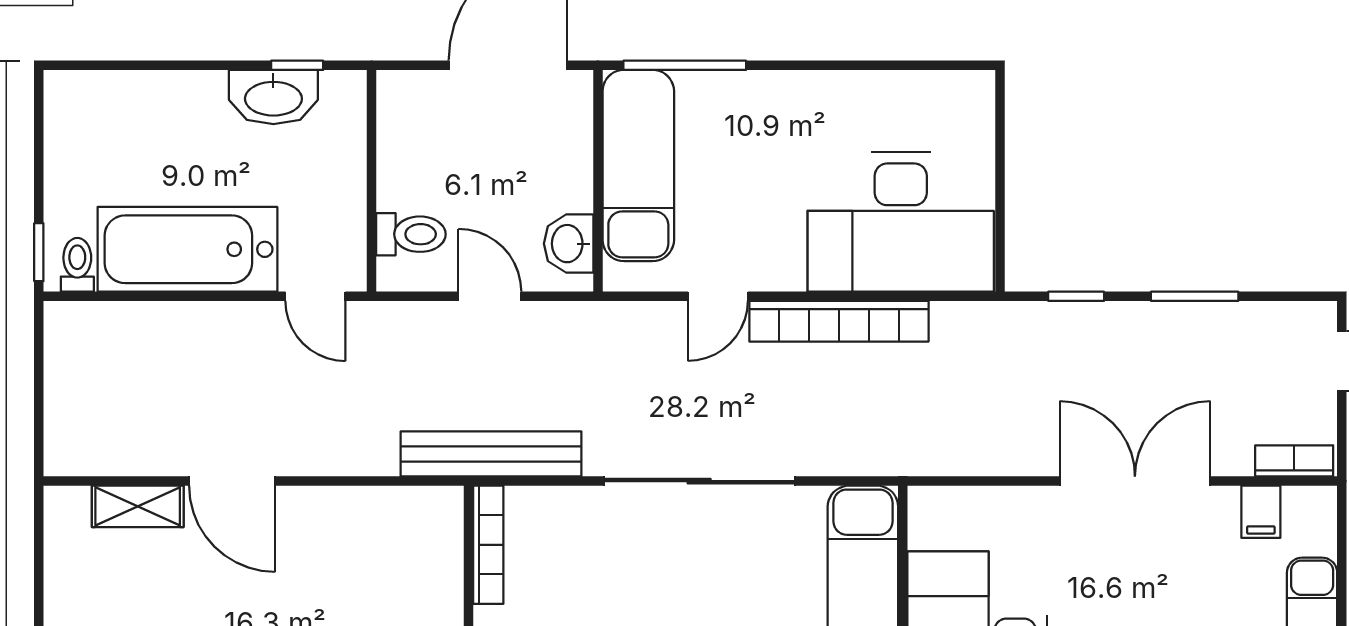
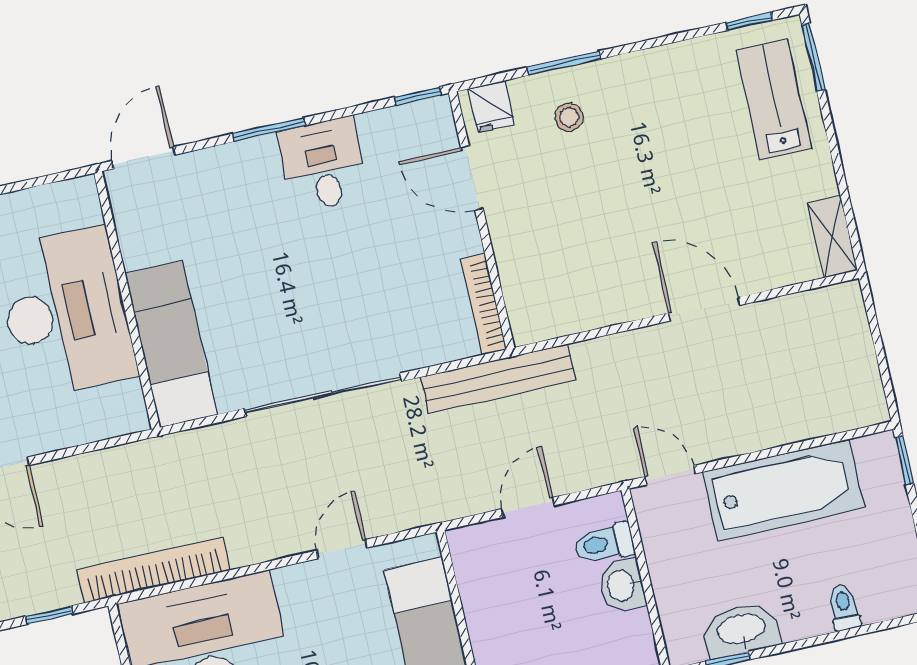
washbasin: (569, 244) -> (622, 586), moved, turned 180
toilet: (77, 265) -> (844, 607), moved, turned 180
door: (490, 296) -> (528, 507), swing flipped
bookcase: (839, 321) -> (154, 570), moved
shelving: (138, 506) -> (832, 237), moved, turned 90

